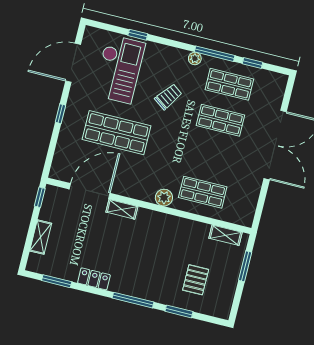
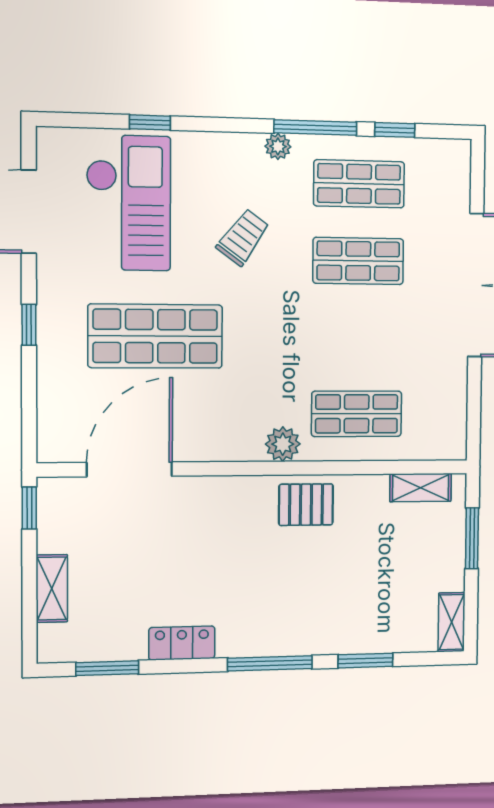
shelving: (122, 209) -> (451, 622), moved, turned 90
pallet: (196, 280) -> (306, 505), moved, turned 90

